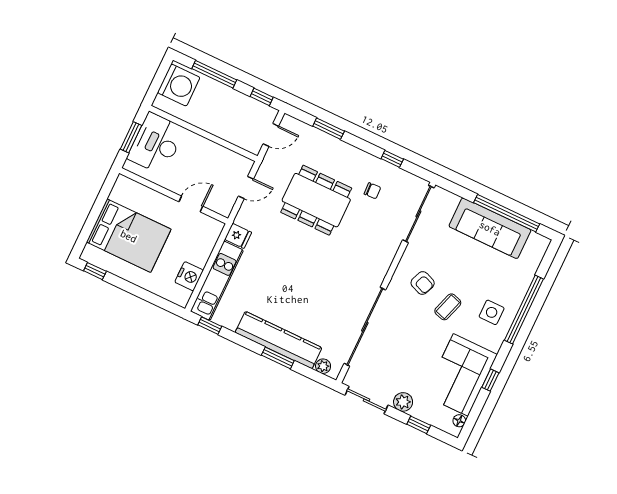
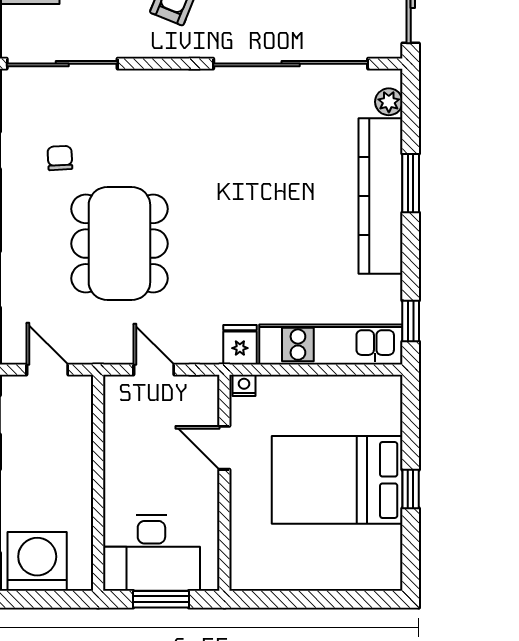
bed: (129, 236) -> (337, 480), moved, turned -90
window: (95, 271) -> (411, 489), moved
nightstand: (189, 276) -> (244, 385), moved, width x0.53, depth x0.56

